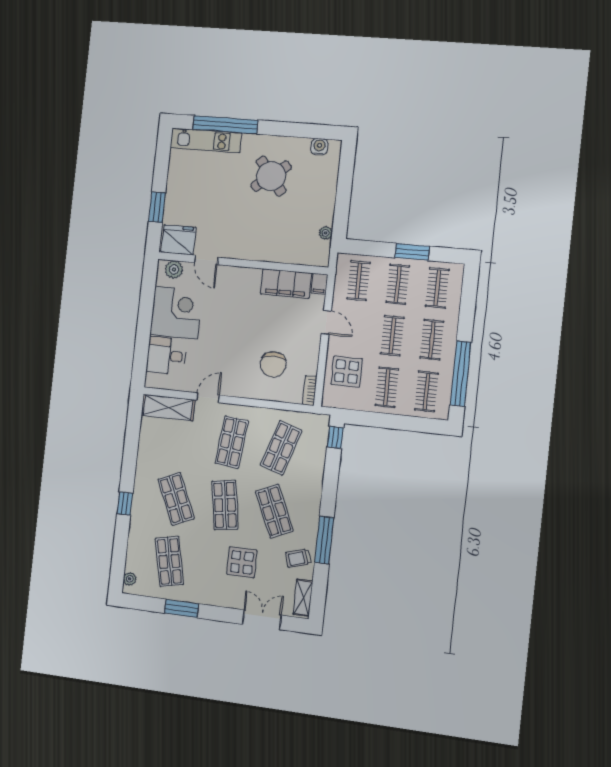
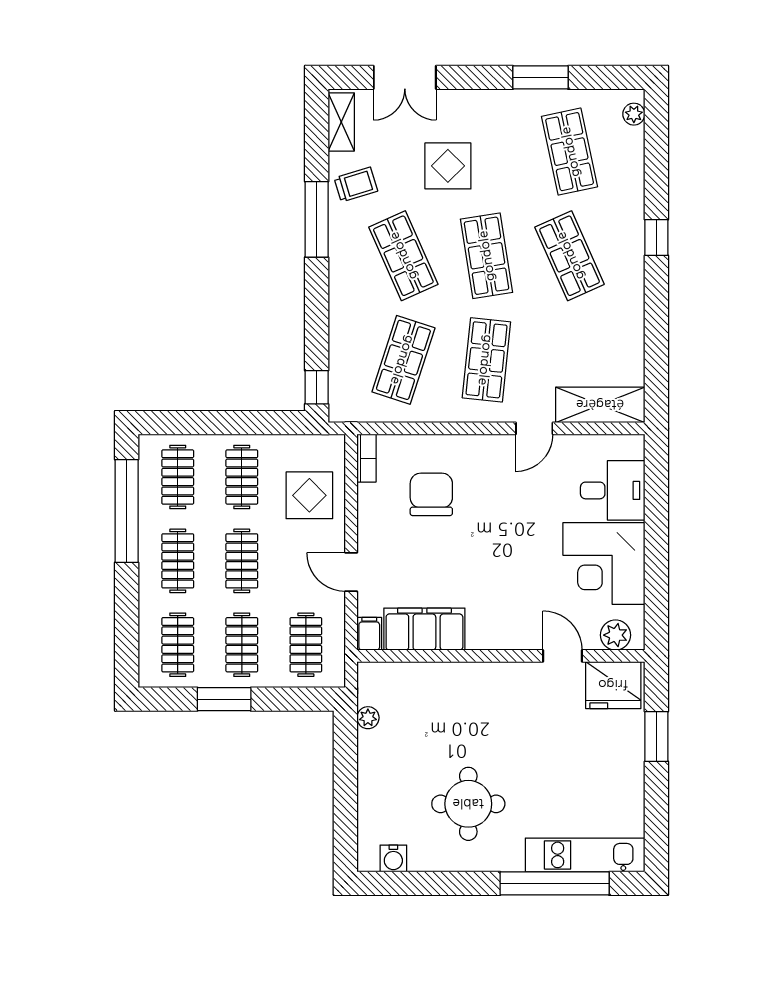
round table: (271, 176) -> (468, 804), turned 38

